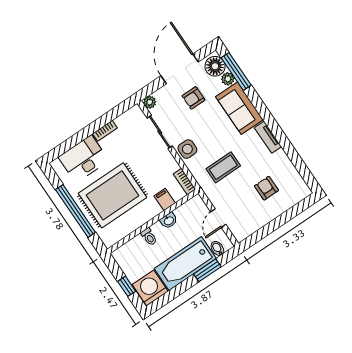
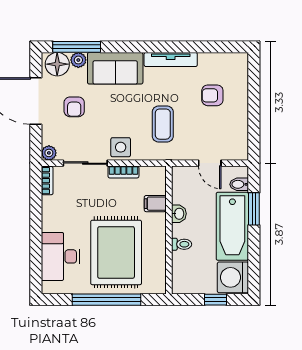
bookcase: (105, 131) -> (47, 181), moved
tv unit: (268, 137) -> (171, 59), width x1.41
bookcase: (184, 182) -> (123, 172), moved

